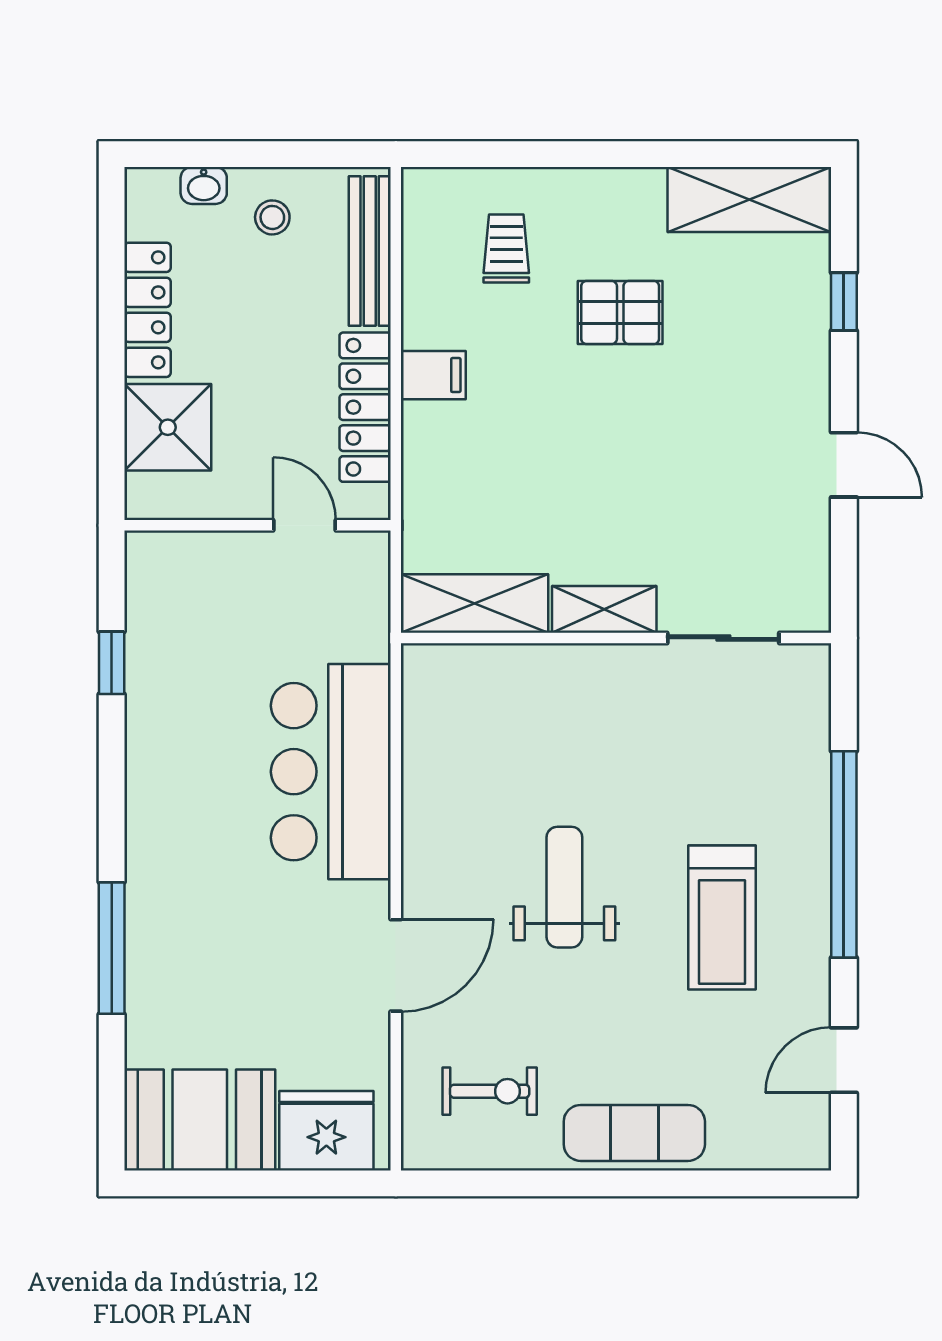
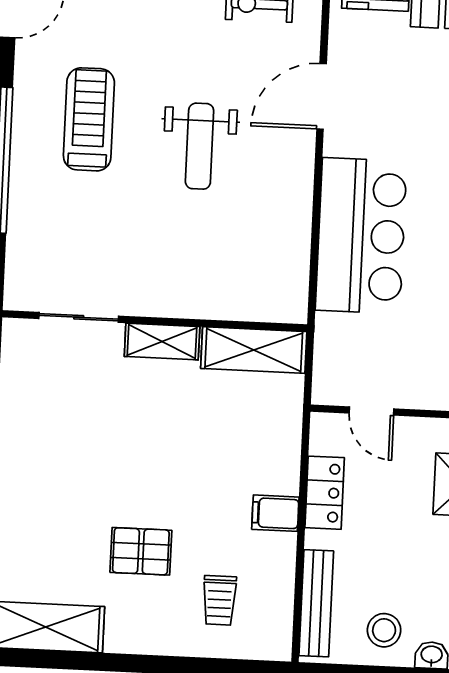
stool: (272, 217) -> (384, 630), width x1.37, depth x1.37
locker: (365, 407) -> (325, 493), width x0.66

